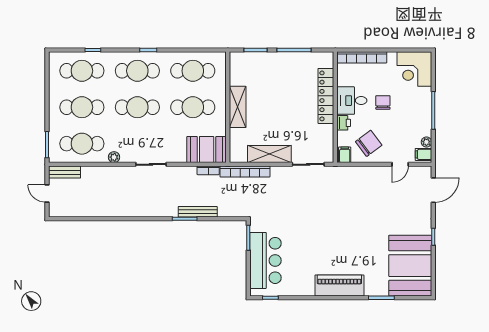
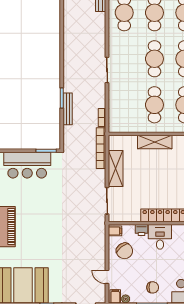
chair: (383, 102) -> (153, 287), moved
booth: (207, 150) -> (119, 116), removed
plant: (114, 157) -> (113, 39), removed

